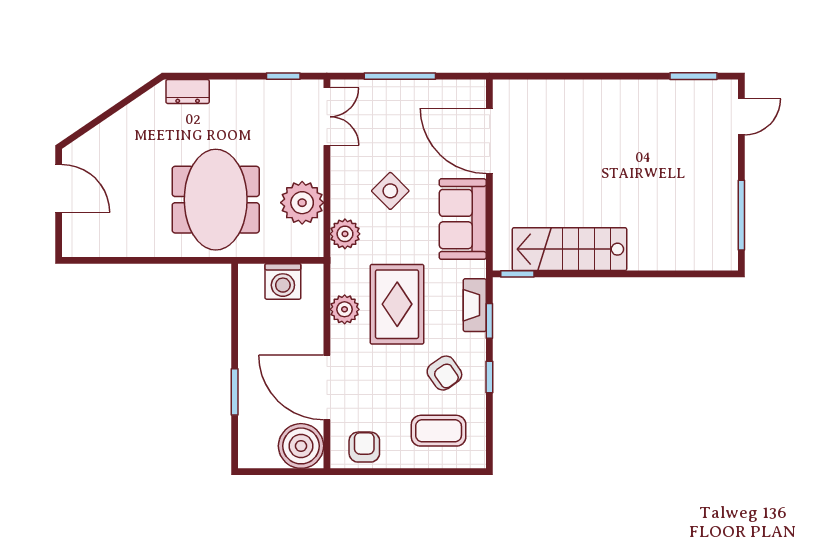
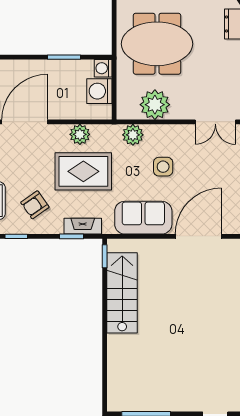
side table: (390, 191) -> (163, 167), turned 45
washing machine: (250, 276) -> (103, 68), added
window: (489, 377) -> (16, 236), moved
window: (235, 392) -> (64, 57), moved

